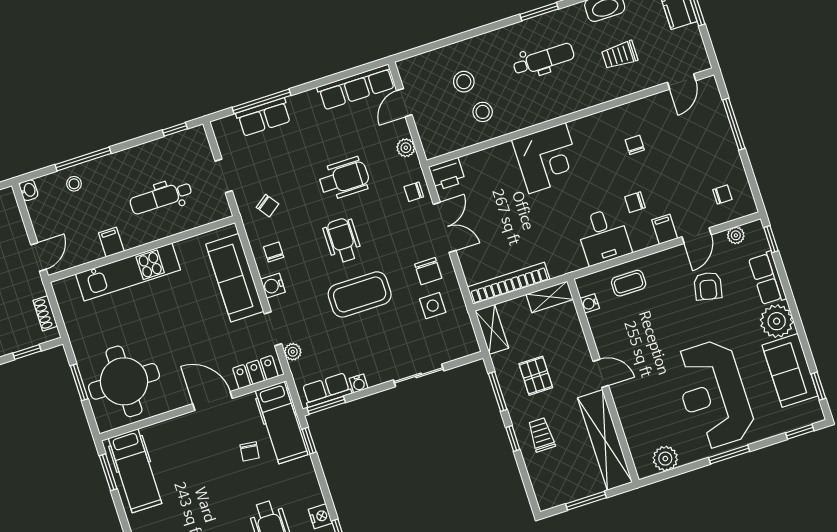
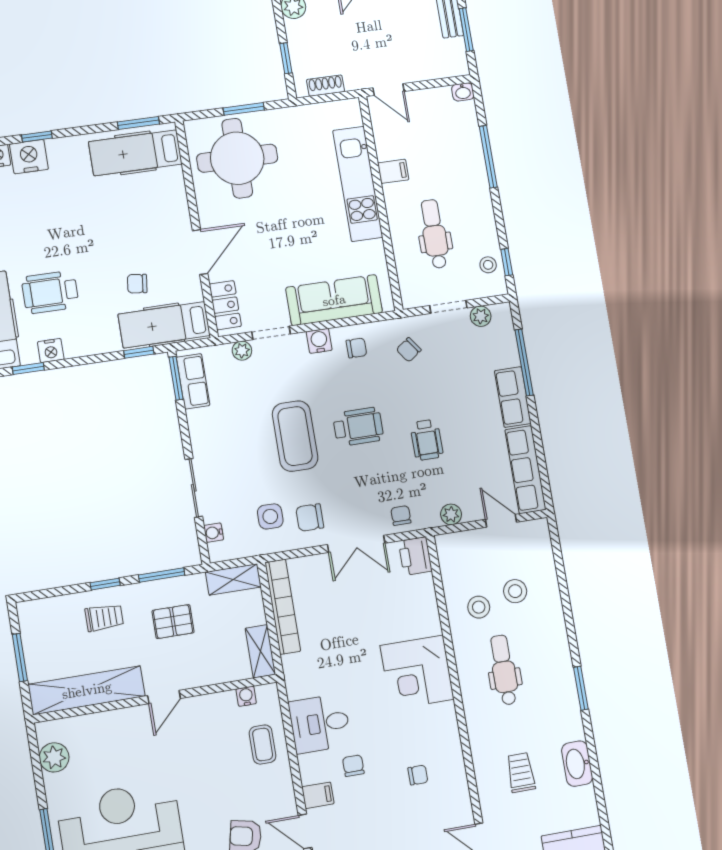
dental chair: (544, 59) -> (504, 670), moved, turned 180
row of seats: (264, 117) -> (513, 397), moved
plant: (227, 146) -> (481, 316), added
wheelchair: (344, 179) -> (427, 440), width x0.73, depth x0.73
stool: (74, 184) -> (488, 265), moved
water cooler: (359, 383) -> (214, 533), moved

